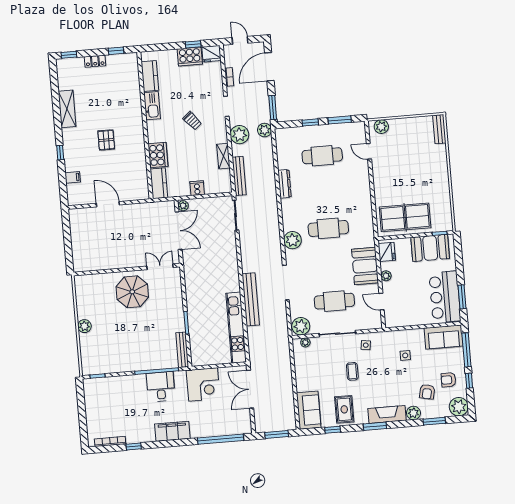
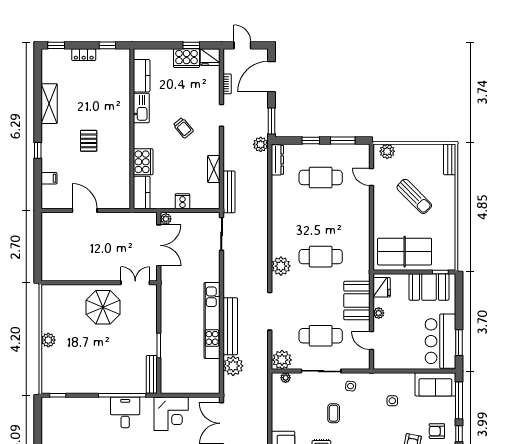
plant: (239, 135) -> (233, 366), moved
sun lounger: (410, 166) -> (414, 196), added
dresser: (285, 184) -> (277, 160), moved
kitchen unit: (236, 328) -> (212, 320), moved

